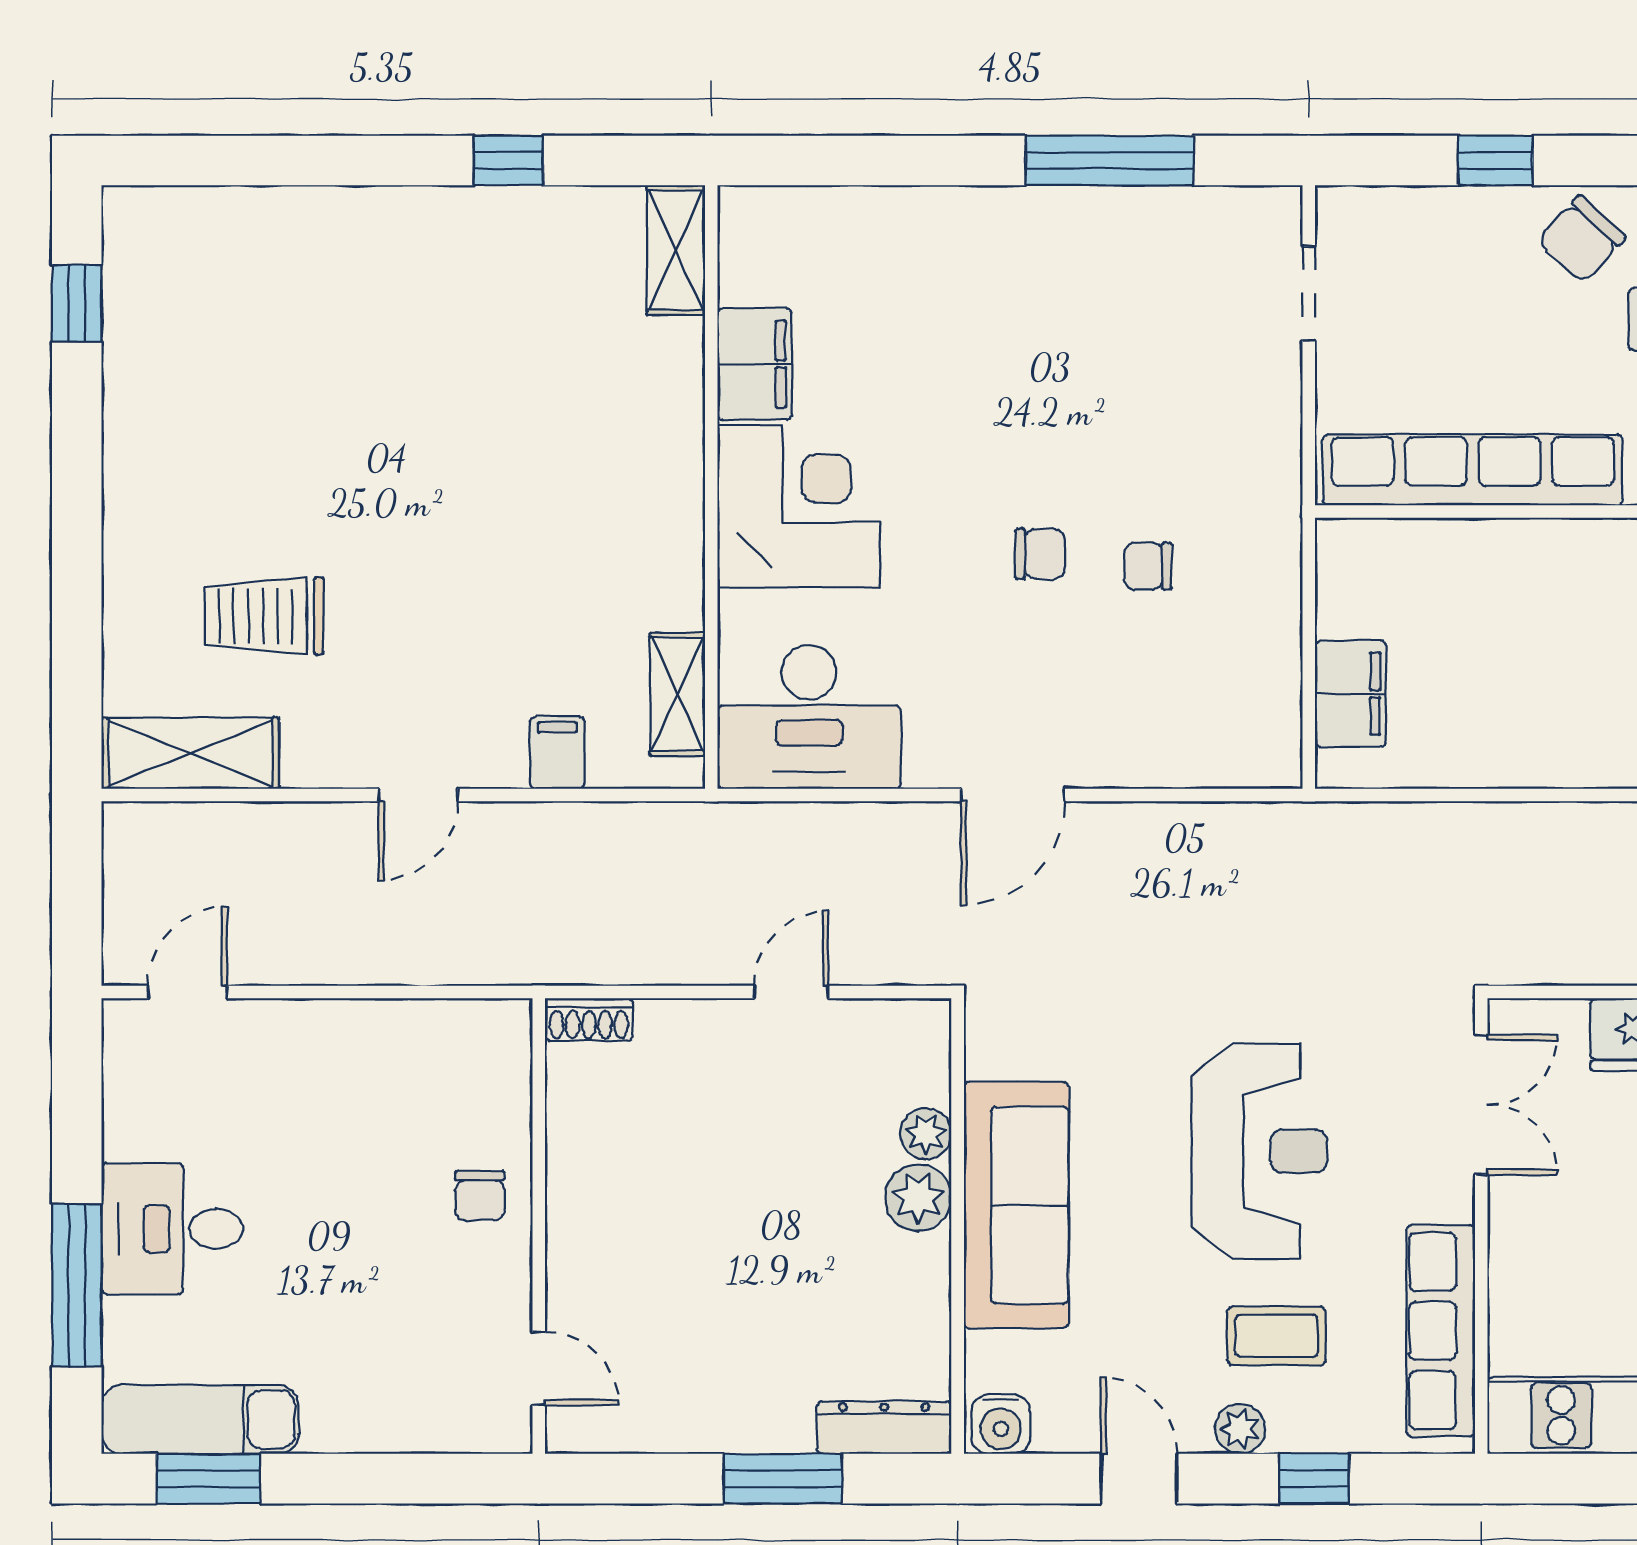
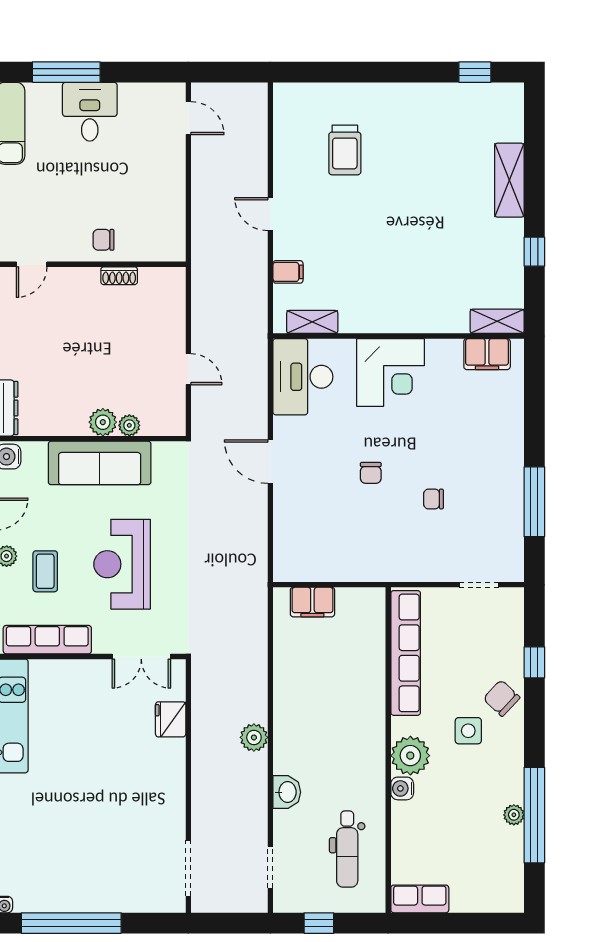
filing cabinet: (755, 364) -> (487, 354), moved
chair: (1148, 566) -> (433, 499), moved, turned -90
trolley: (264, 616) -> (345, 150), turned 180
shelving: (190, 753) -> (509, 180), moved
shoe rack: (589, 1020) -> (119, 276), moved, turned -90
reception desk: (1259, 1151) -> (122, 564), turned 90

